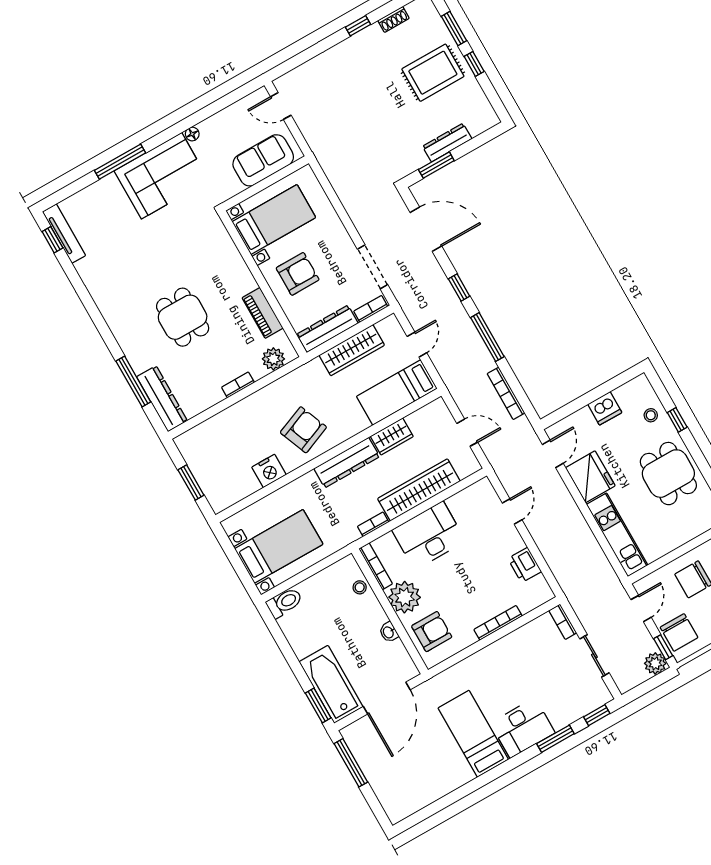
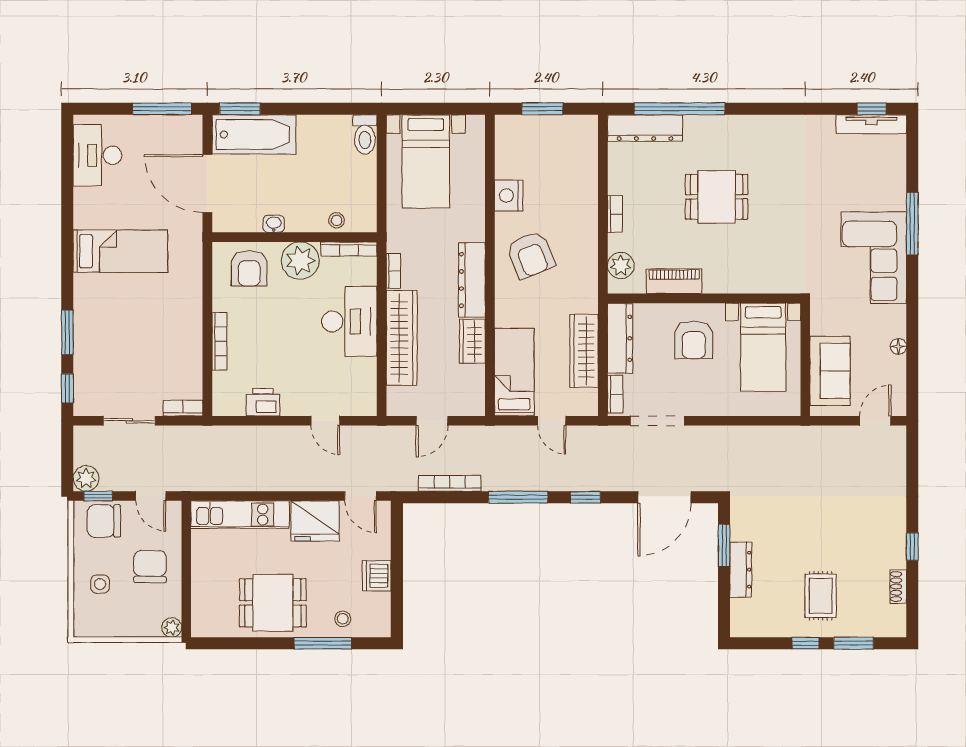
rug: (433, 73) -> (821, 596), width x0.73, depth x0.70
floor lamp: (192, 134) -> (898, 346), moved
window: (133, 382) -> (679, 109), width x1.46
window: (677, 420) -> (323, 643), width x2.17
desk: (523, 728) -> (97, 155), moved

